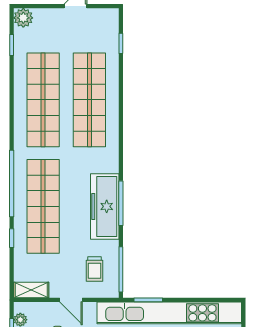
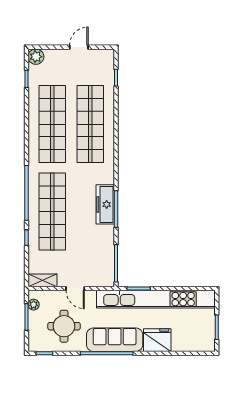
freezer: (105, 206) -> (105, 204), width x0.73, depth x0.79
trolley: (94, 269) -> (94, 263), removed

